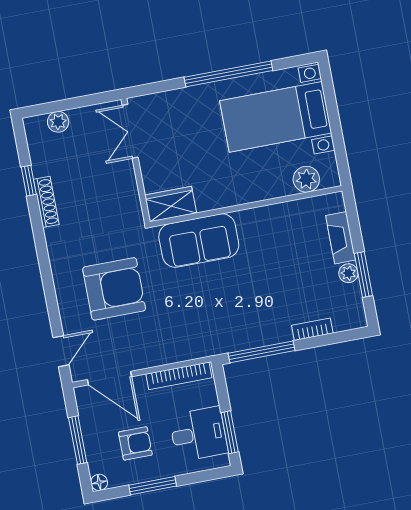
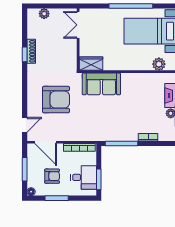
window: (29, 181) -> (25, 54), moved

